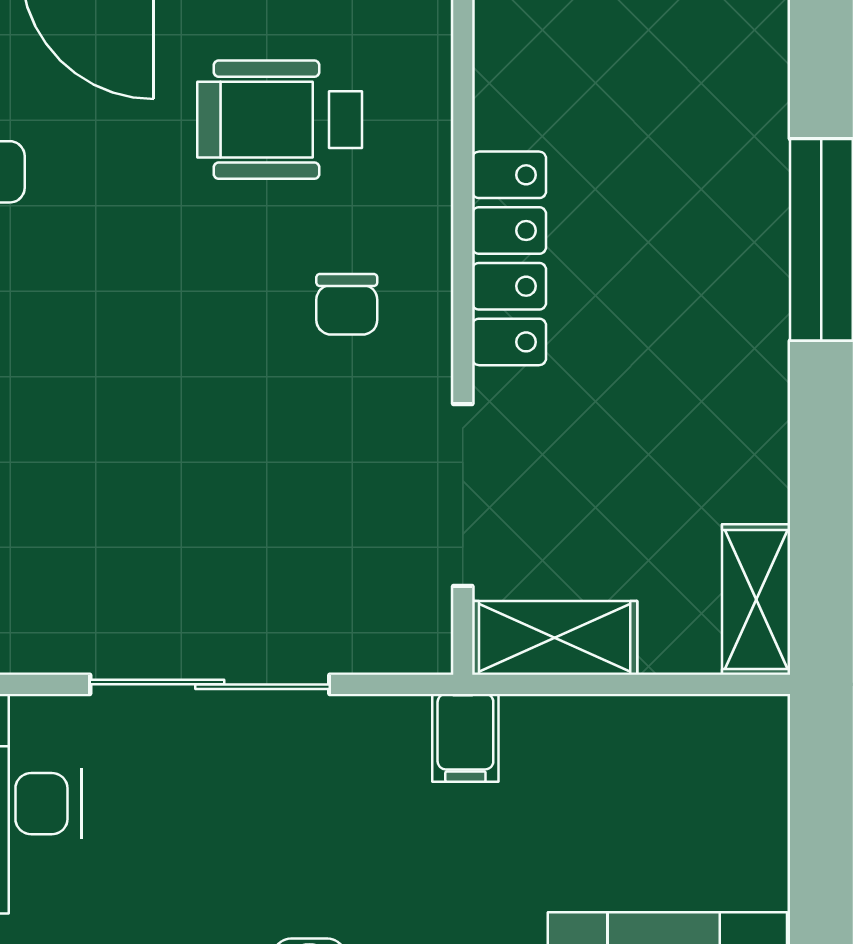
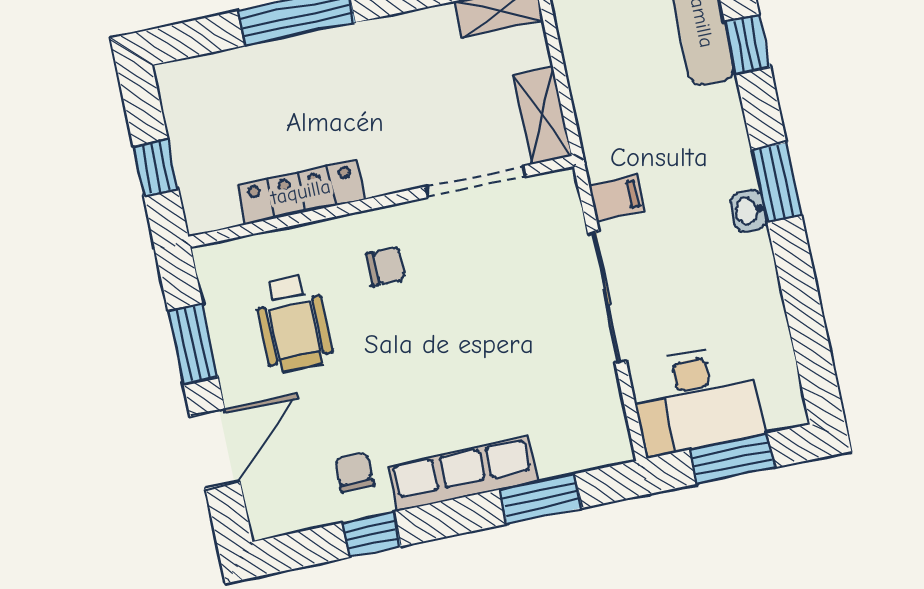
locker: (509, 258) -> (301, 192), moved
filing cabinet: (465, 738) -> (616, 198), moved

